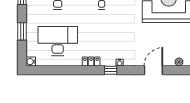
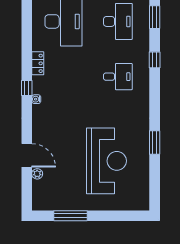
door: (153, 70) -> (27, 155), moved

